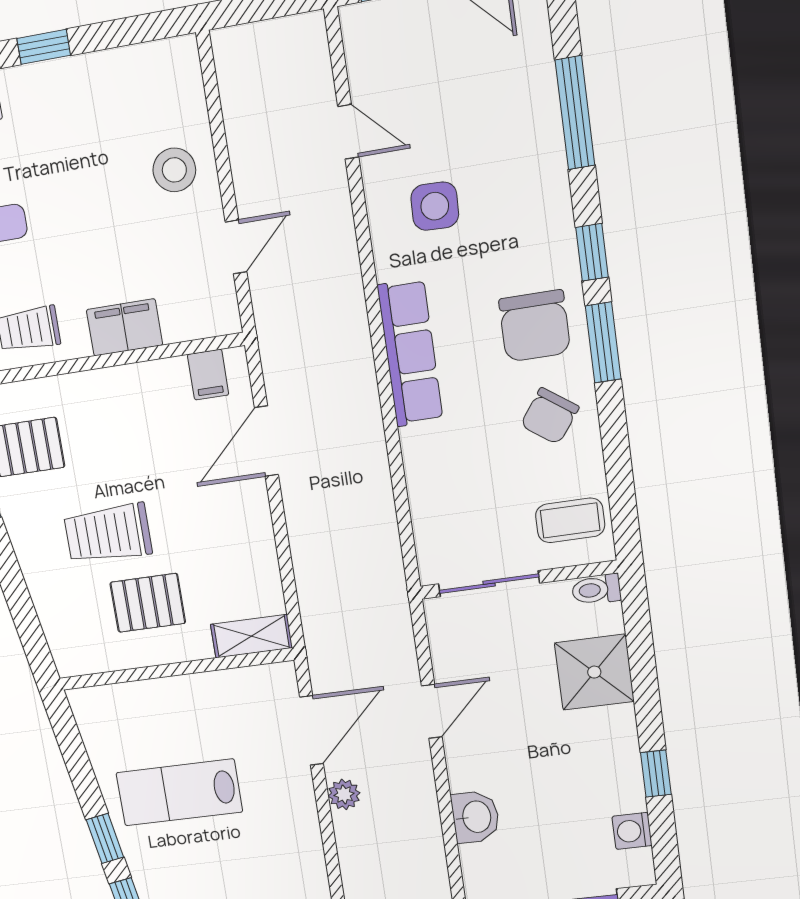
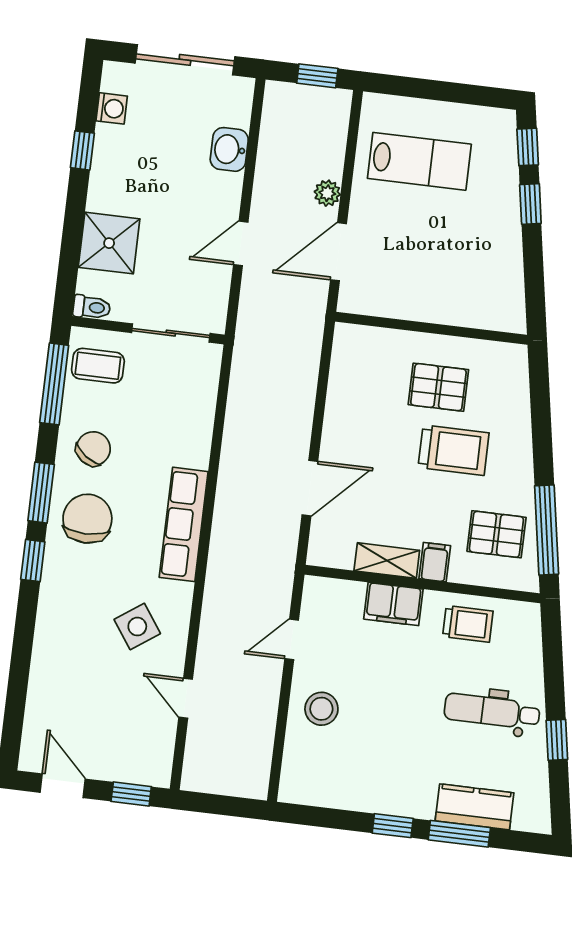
window: (575, 113) -> (54, 384), moved
side table: (435, 206) -> (137, 627), turned -37
filing cabinet: (208, 375) -> (435, 562), moved
shelving: (251, 636) -> (387, 561), moved
lab bench: (179, 792) -> (419, 161), moved

